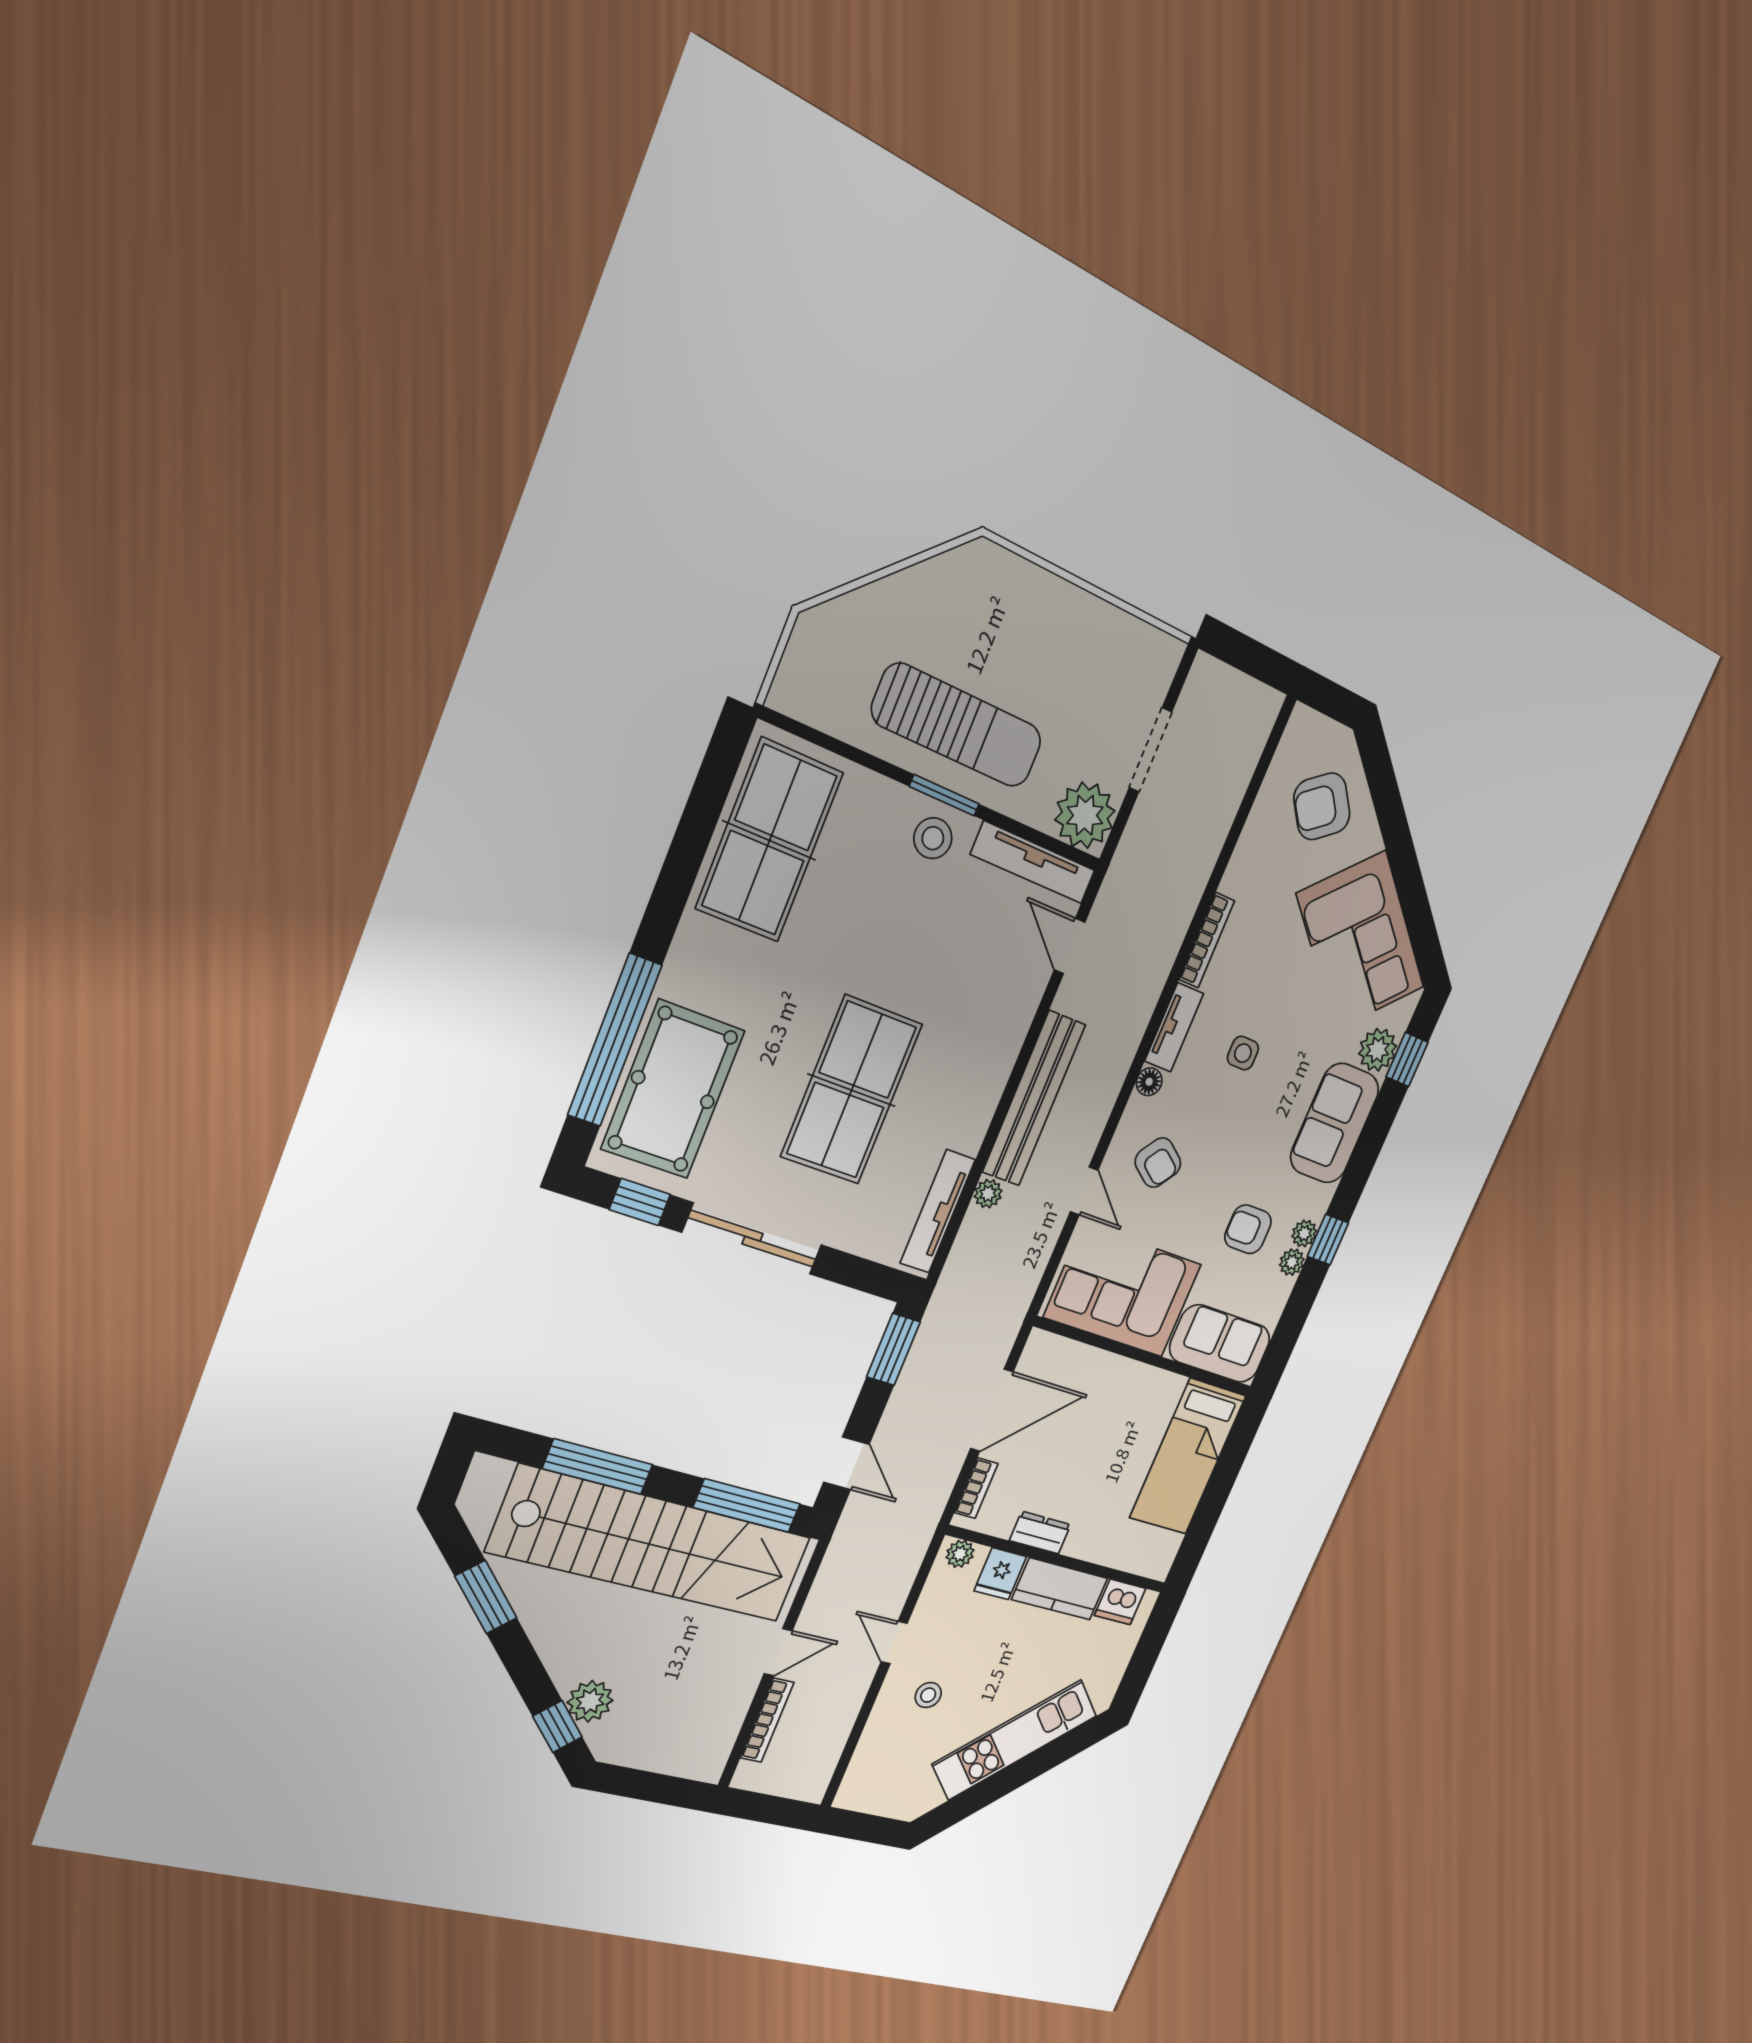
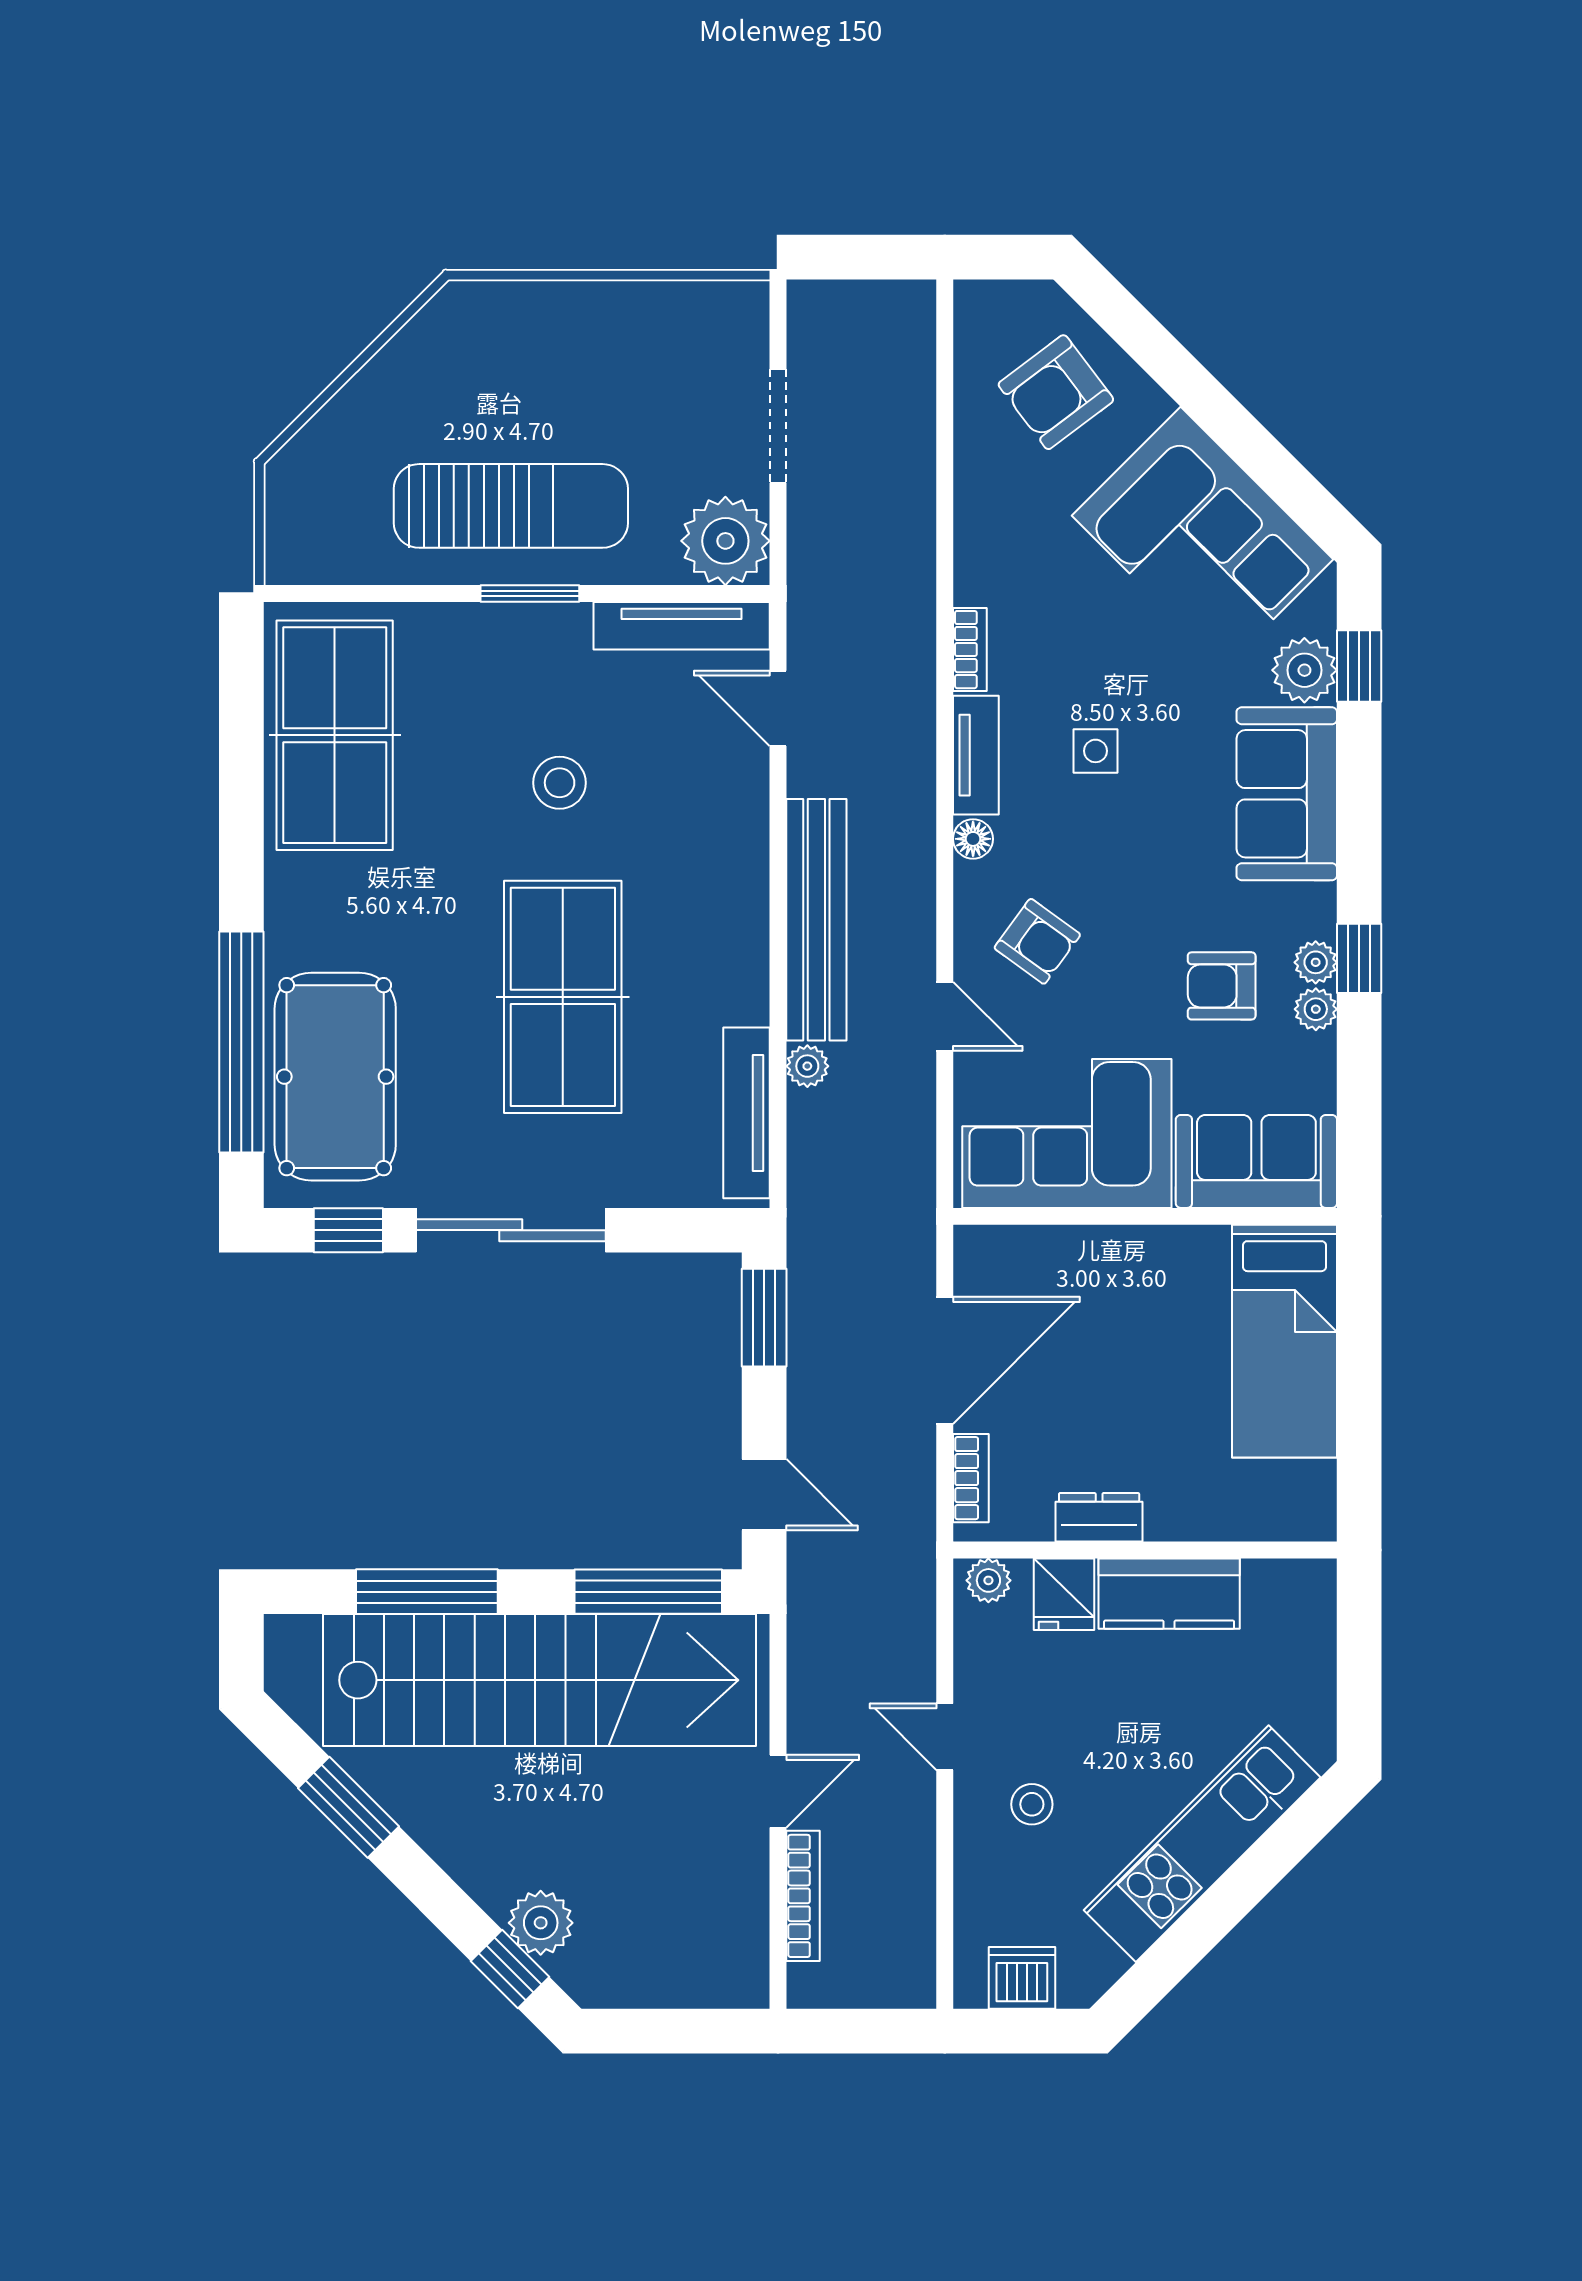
stool: (933, 838) -> (560, 783), moved
bookcase: (1207, 940) -> (970, 650), width x0.64
dishwasher: (1120, 1602) -> (1022, 1978), moved, turned 180

